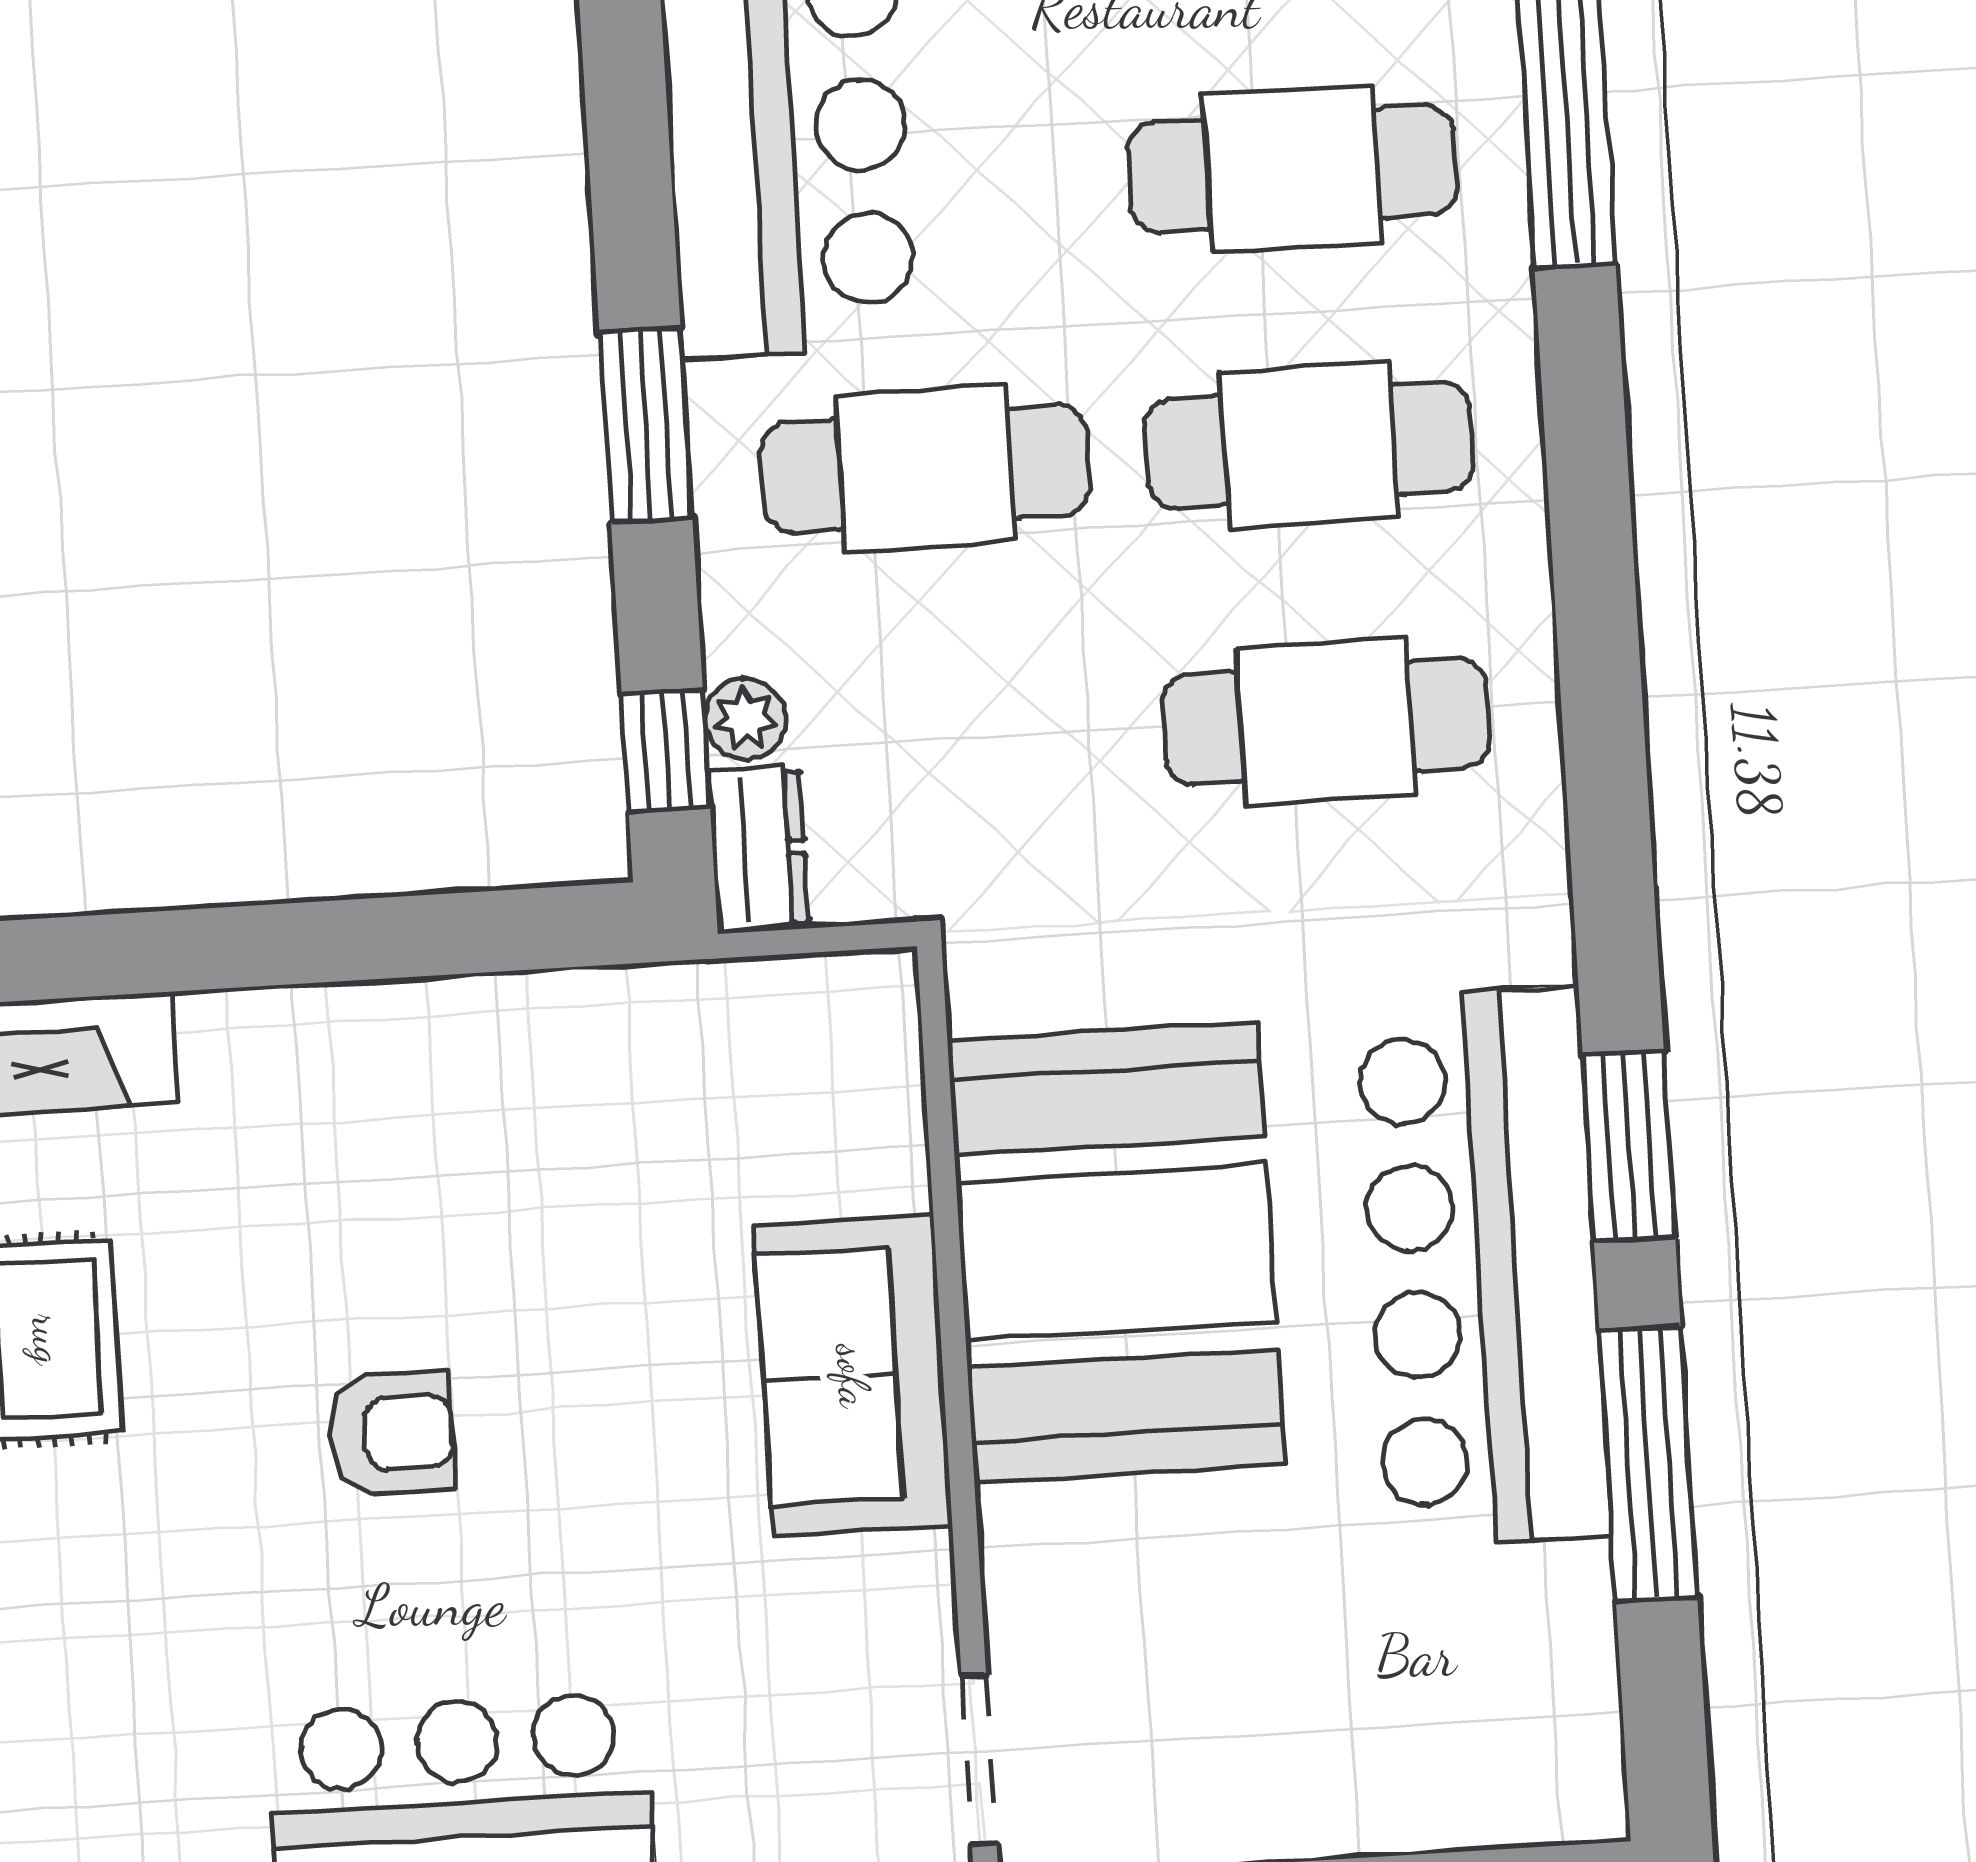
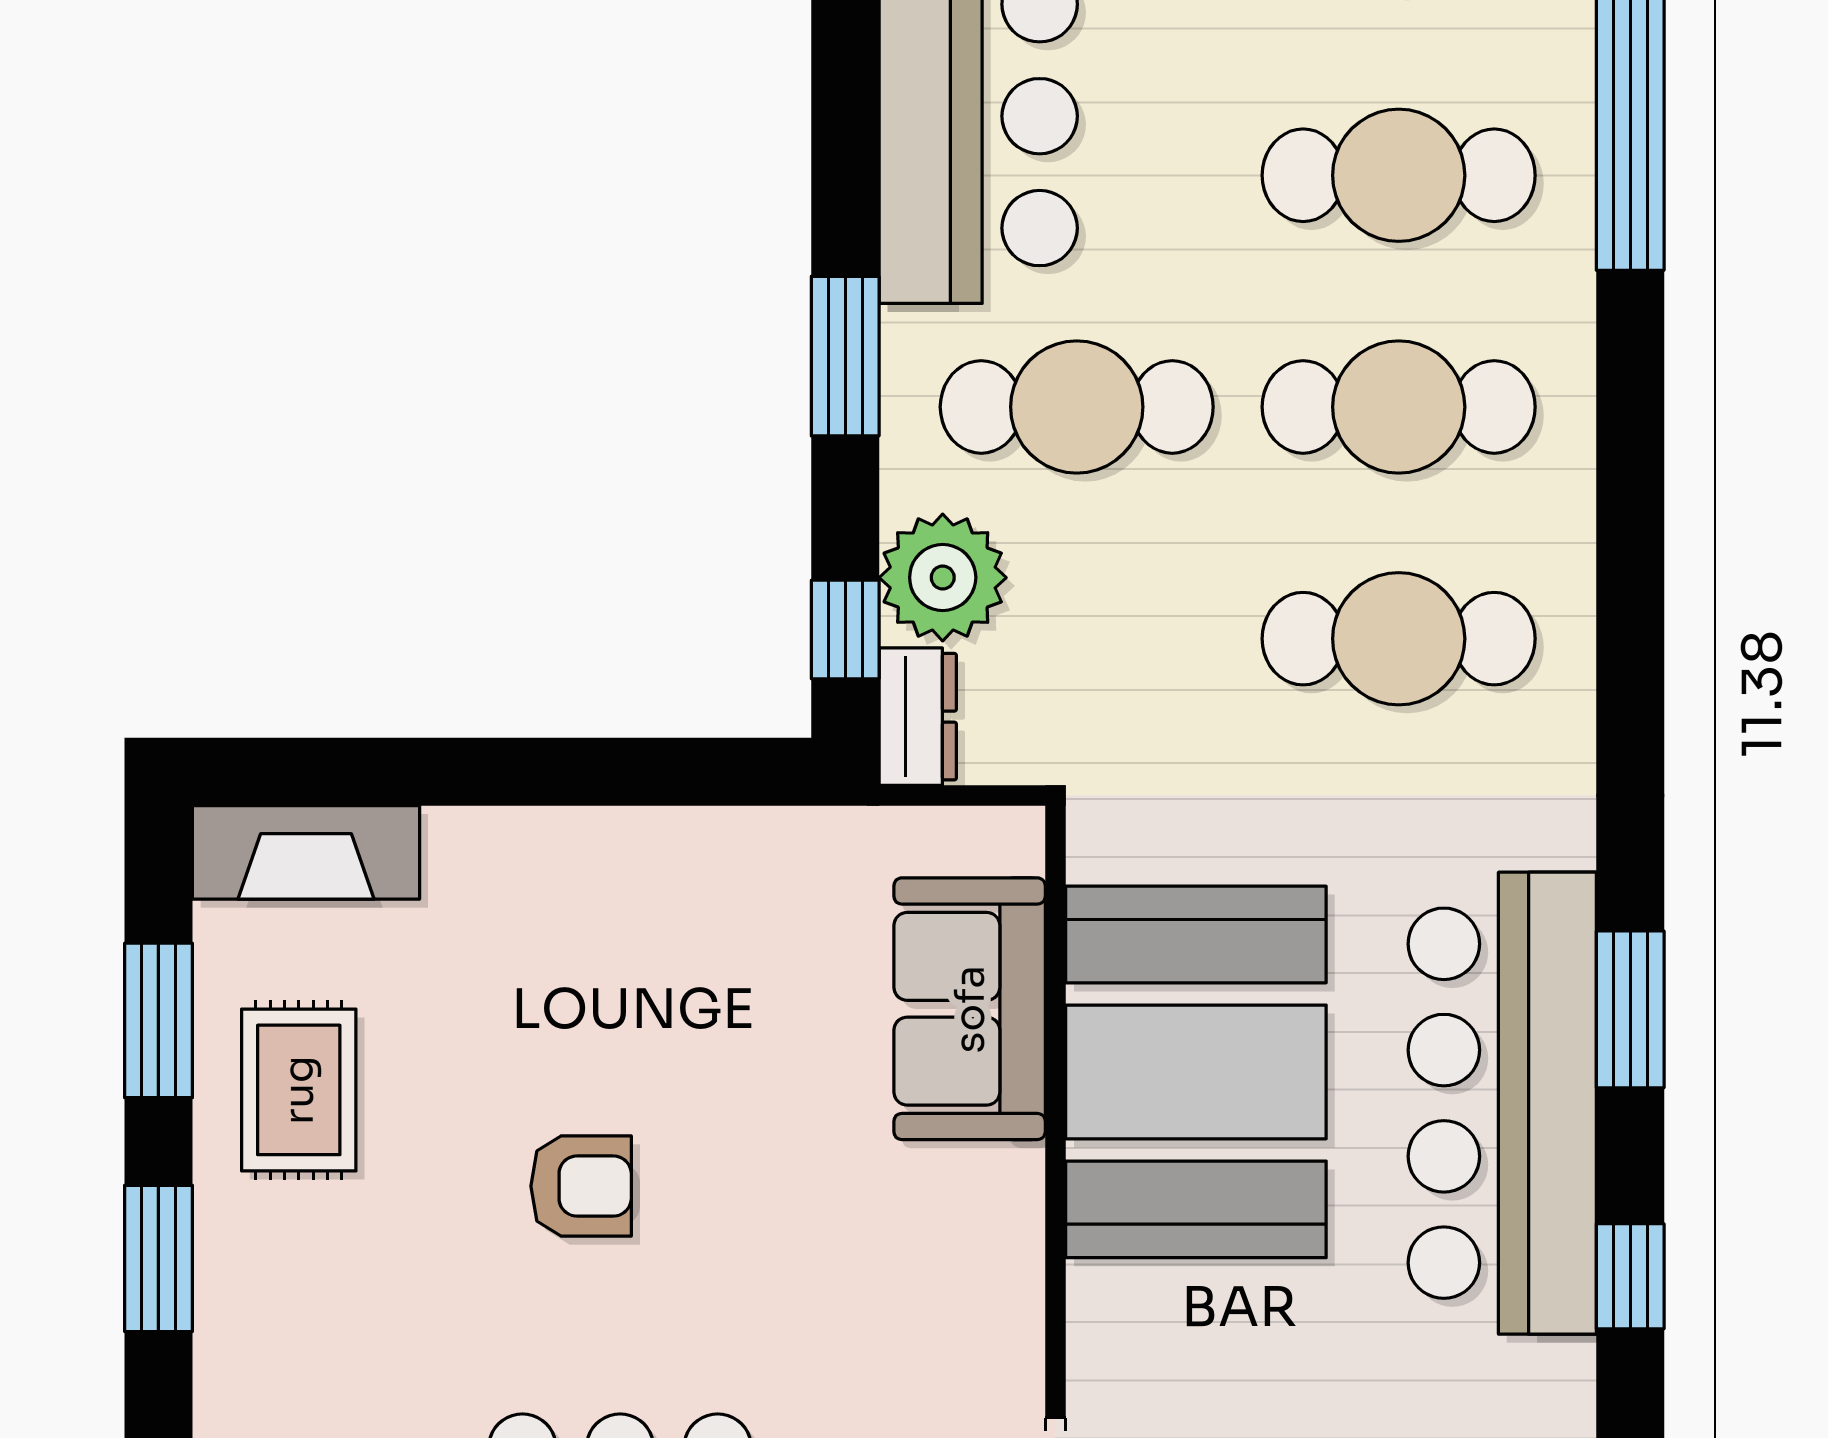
plant: (745, 719) -> (943, 578), width x1.87, depth x1.87
sofa: (853, 1376) -> (970, 1009), moved
window: (1648, 1464) -> (1630, 1276), width x0.46

